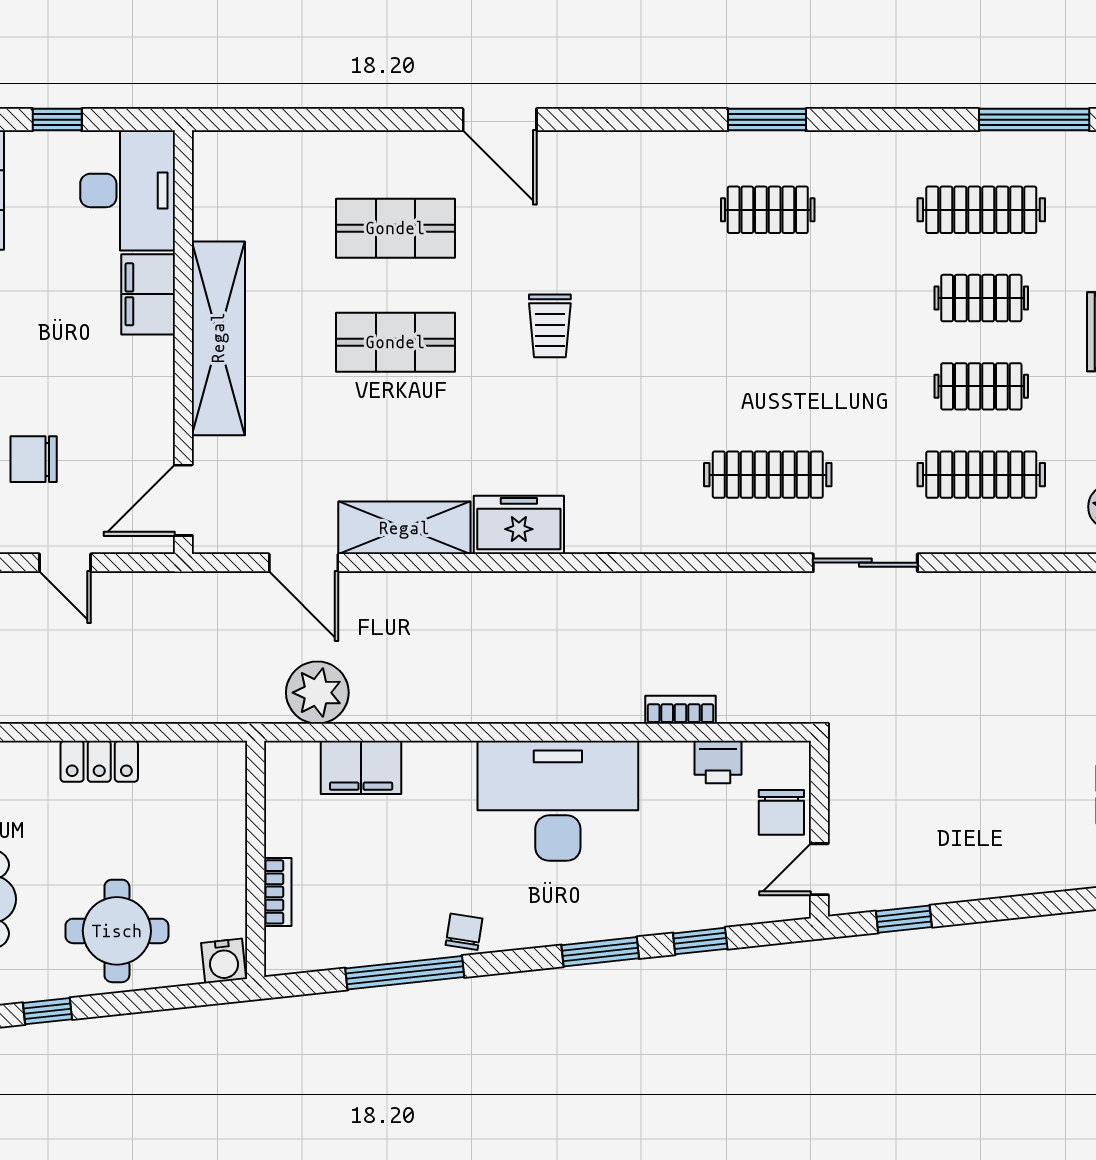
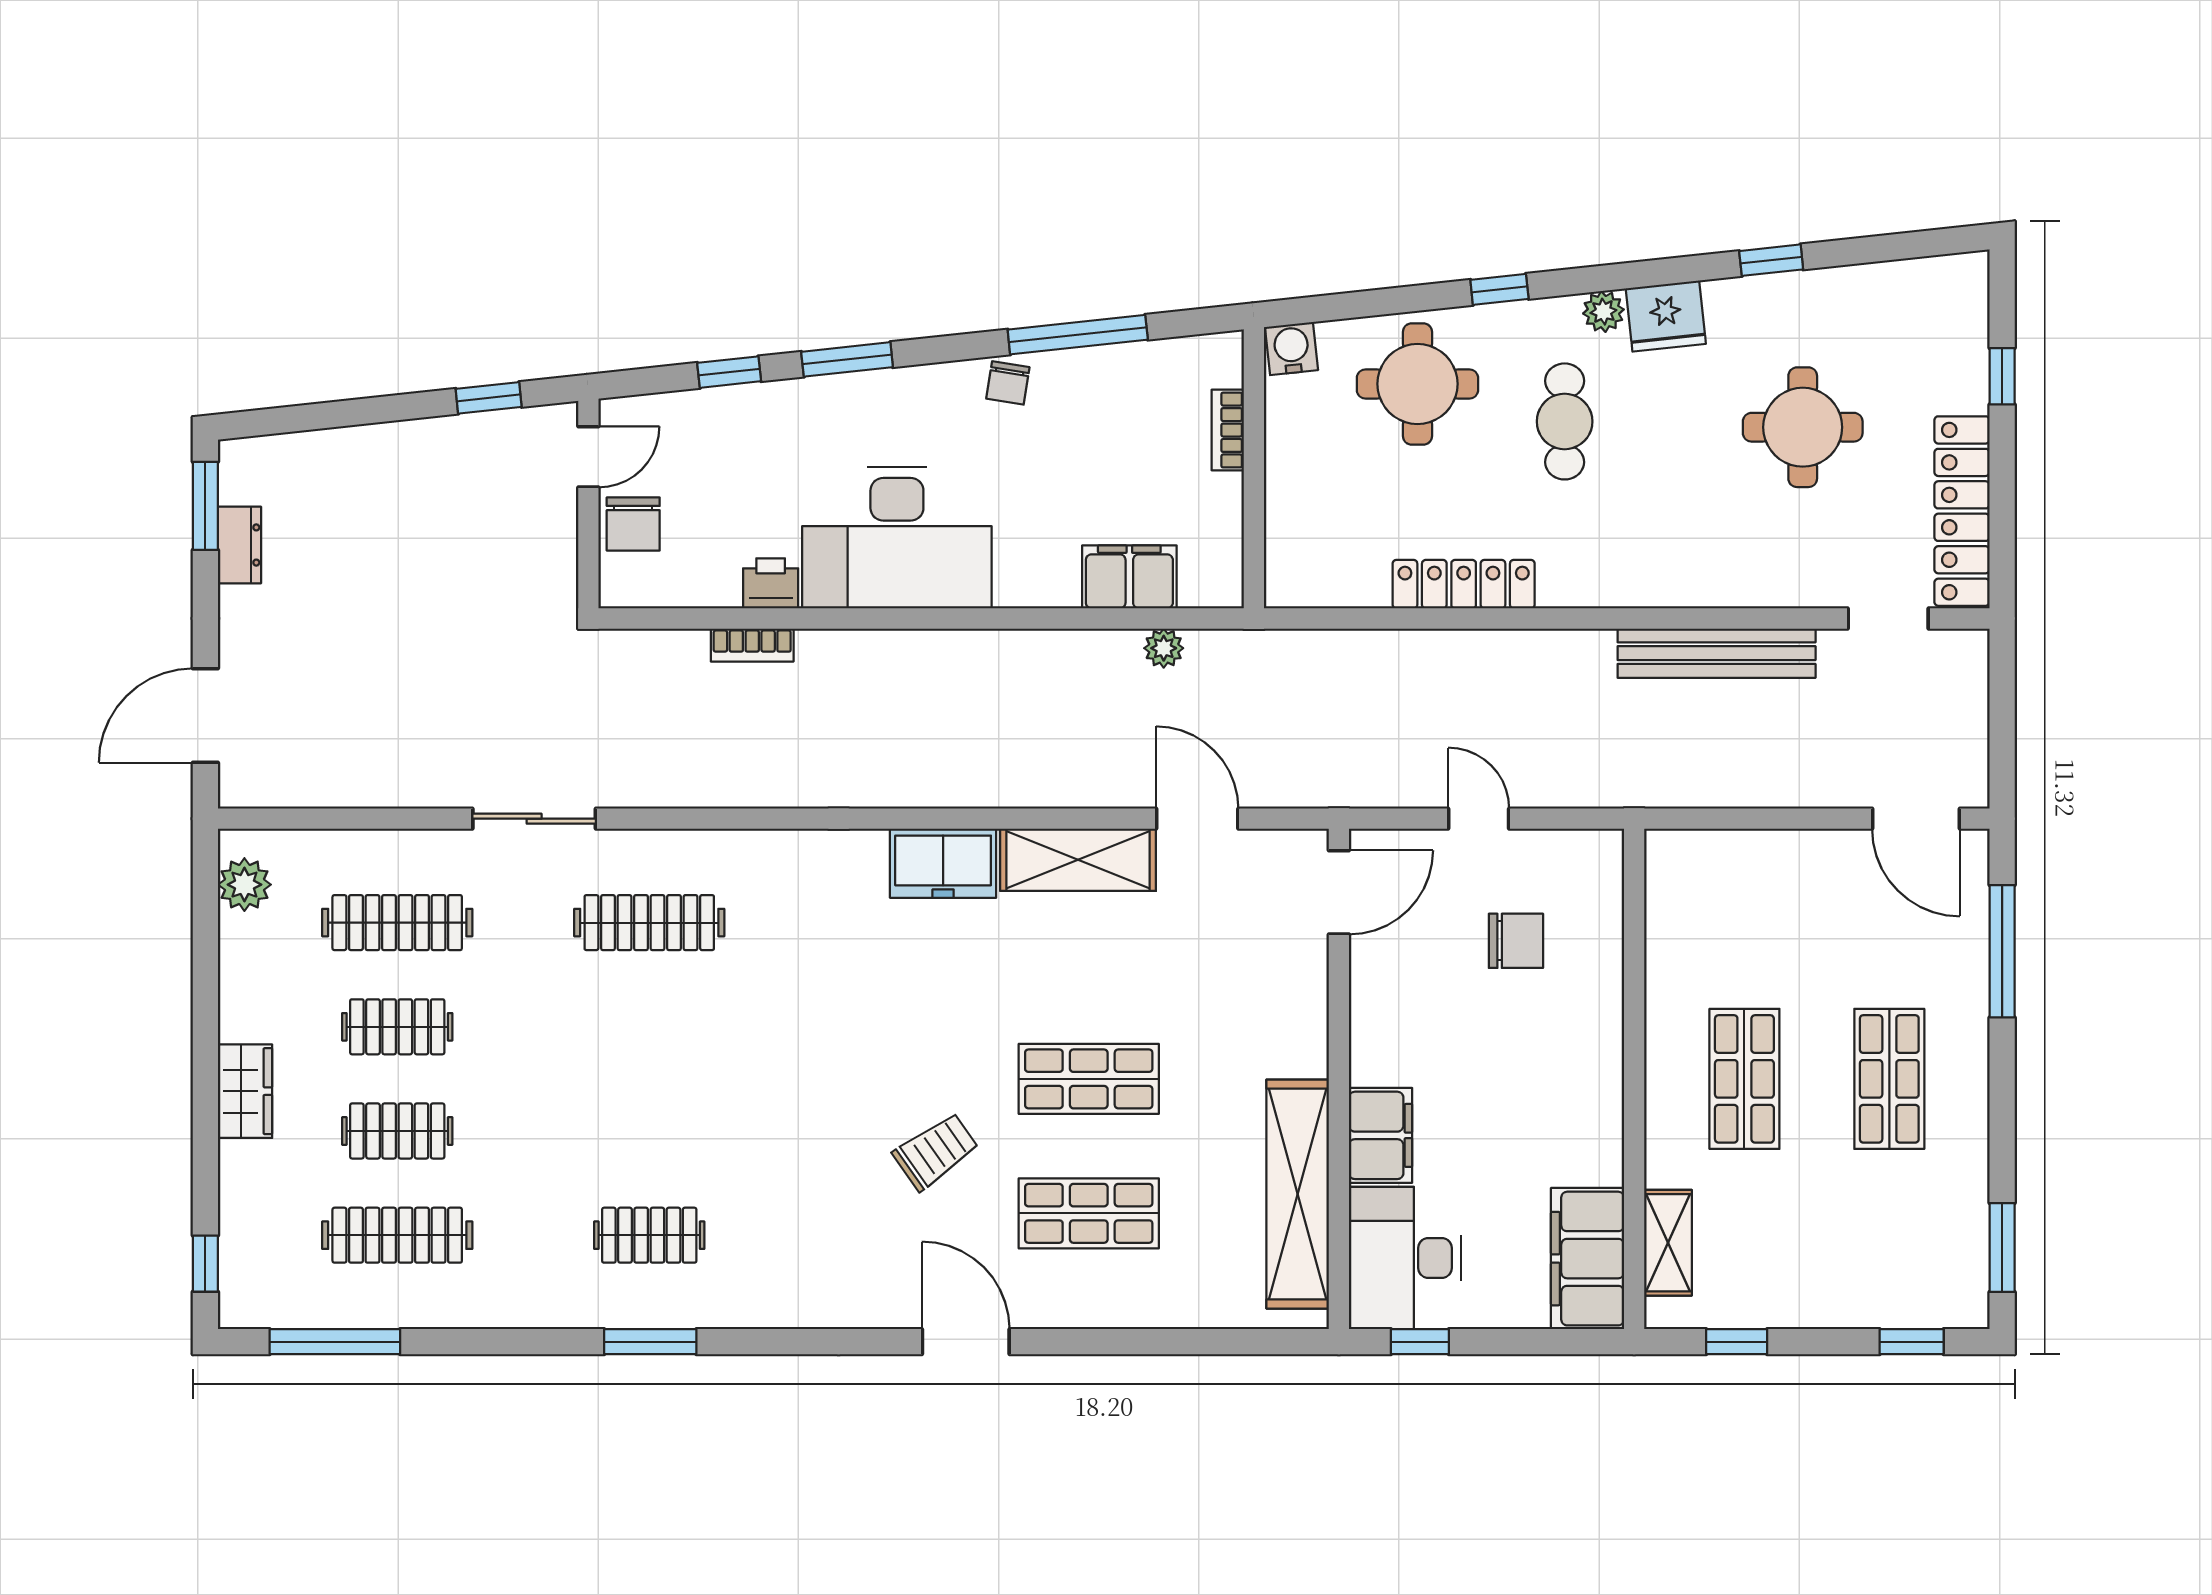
window: (57, 120) -> (1420, 1342), moved
trolley: (550, 326) -> (936, 1151), moved, turned 55
shelving: (218, 338) -> (1298, 1194), moved
plant: (317, 693) -> (1164, 648), width x0.53, depth x0.53
locker: (99, 761) -> (1464, 584), width x1.53
printer: (718, 762) -> (771, 583), moved
chair: (781, 812) -> (633, 524), turned 180

